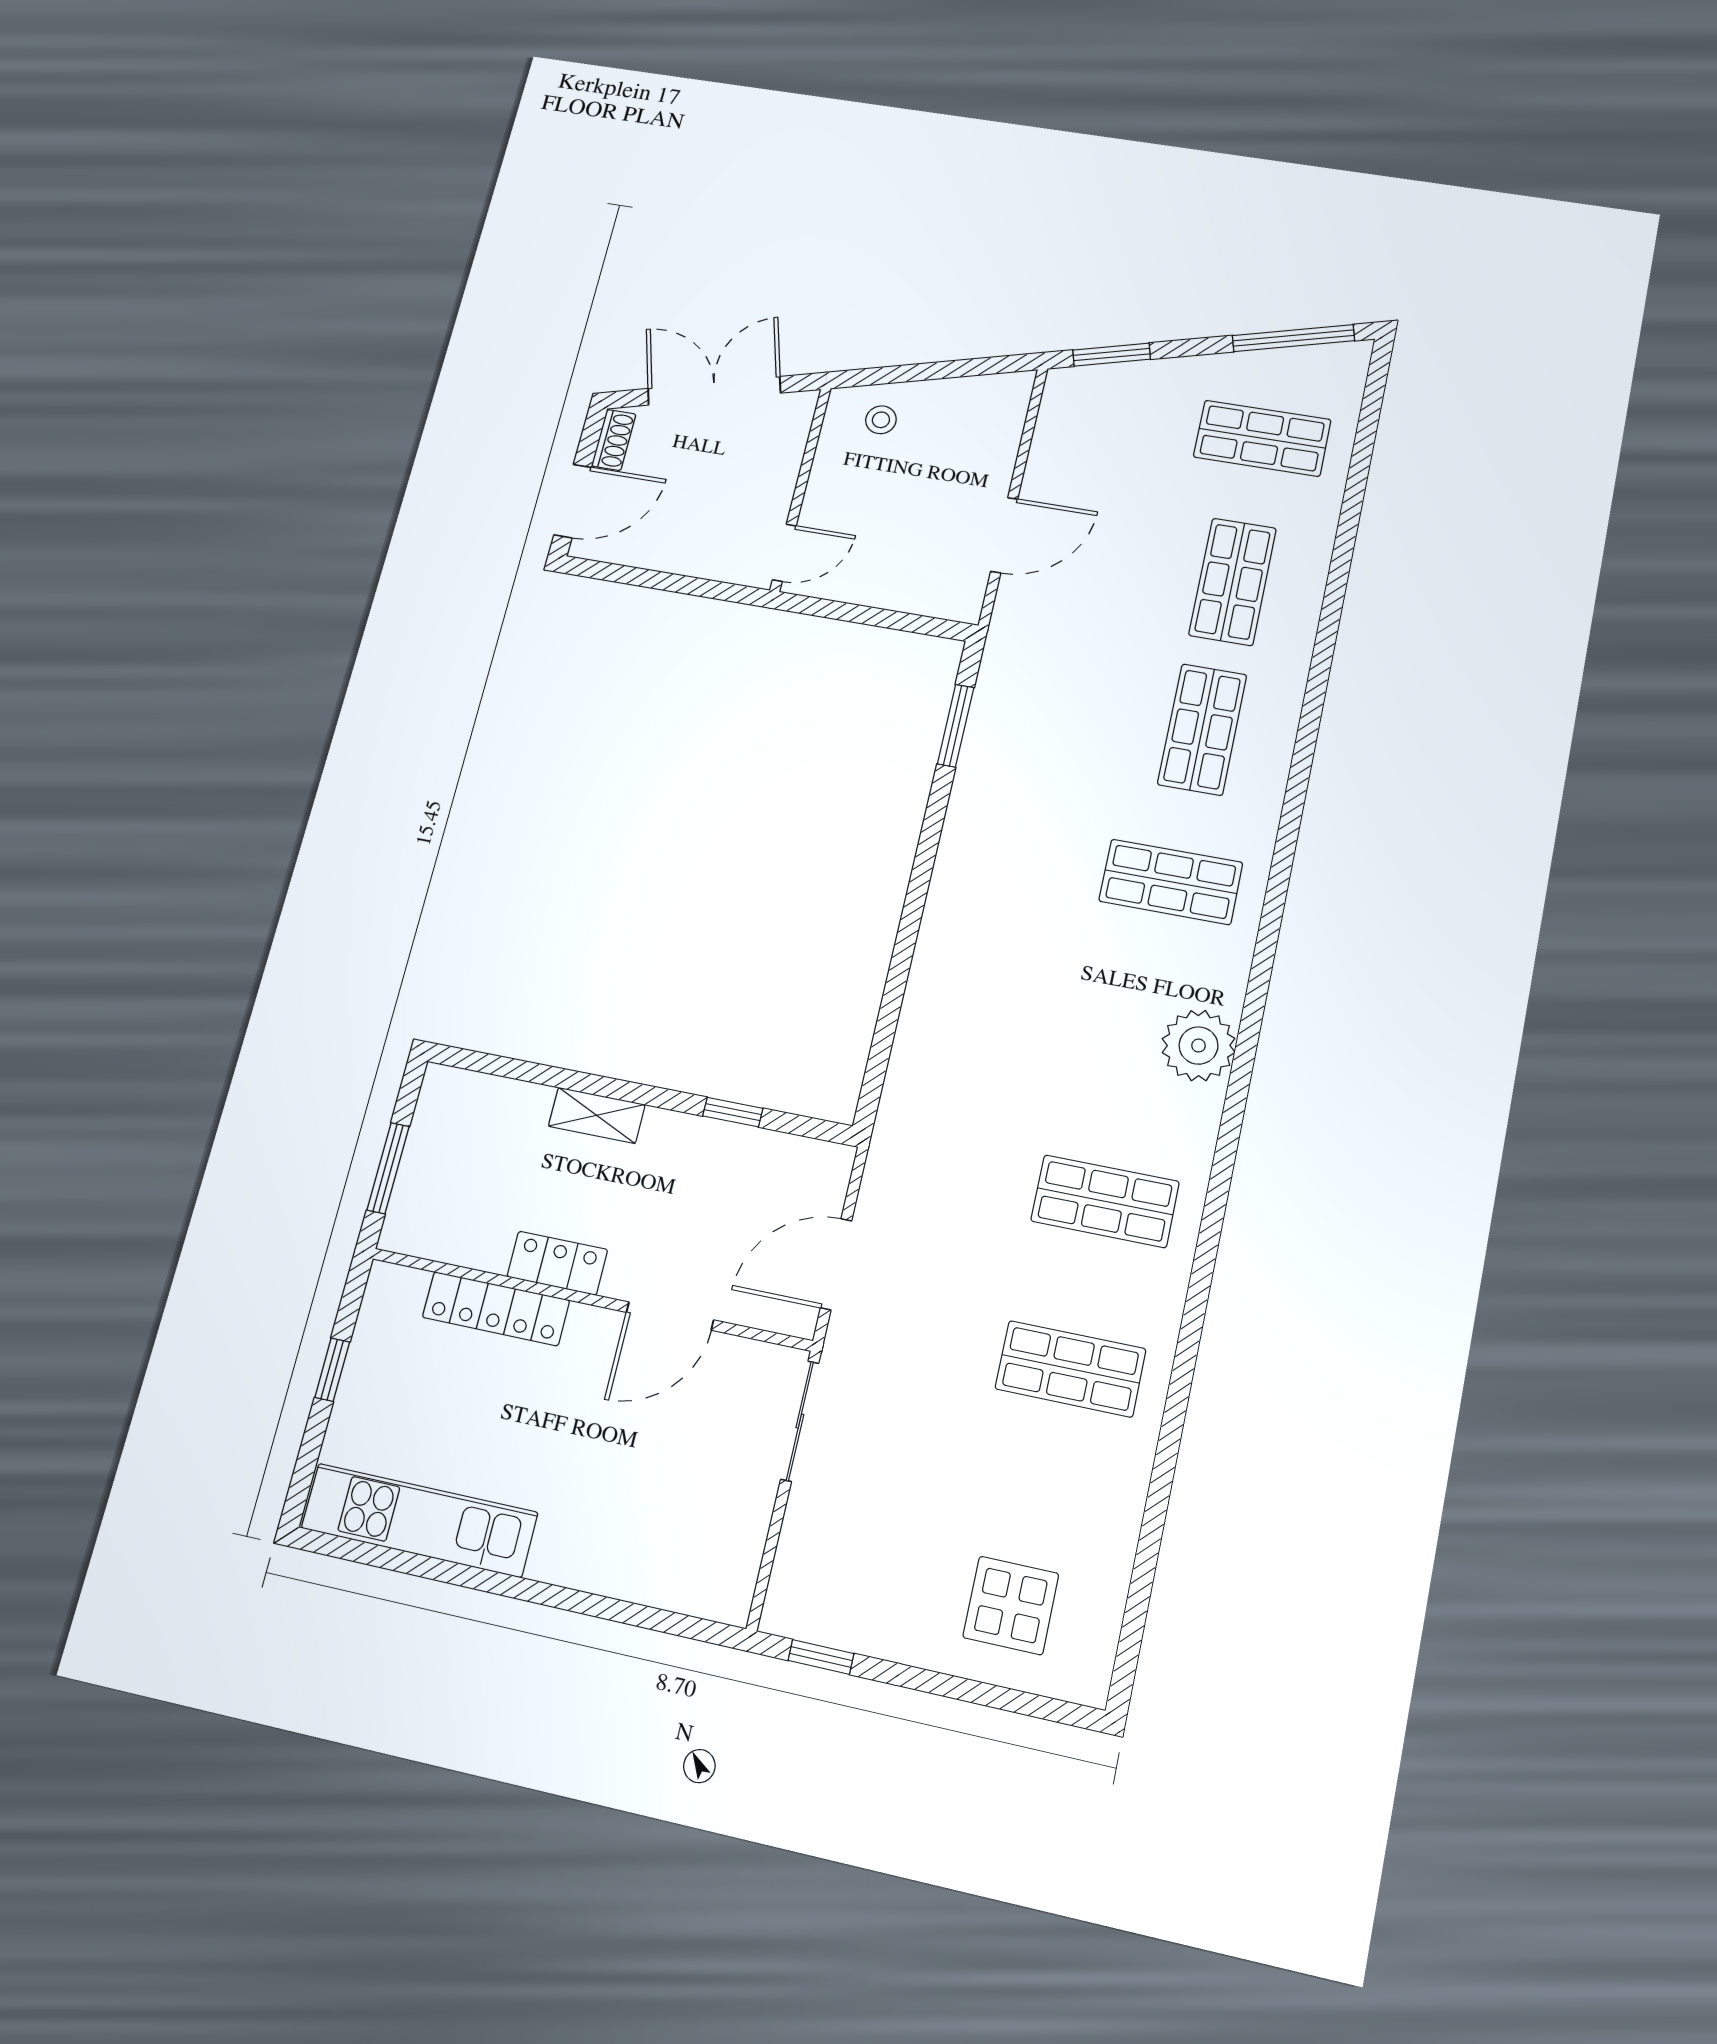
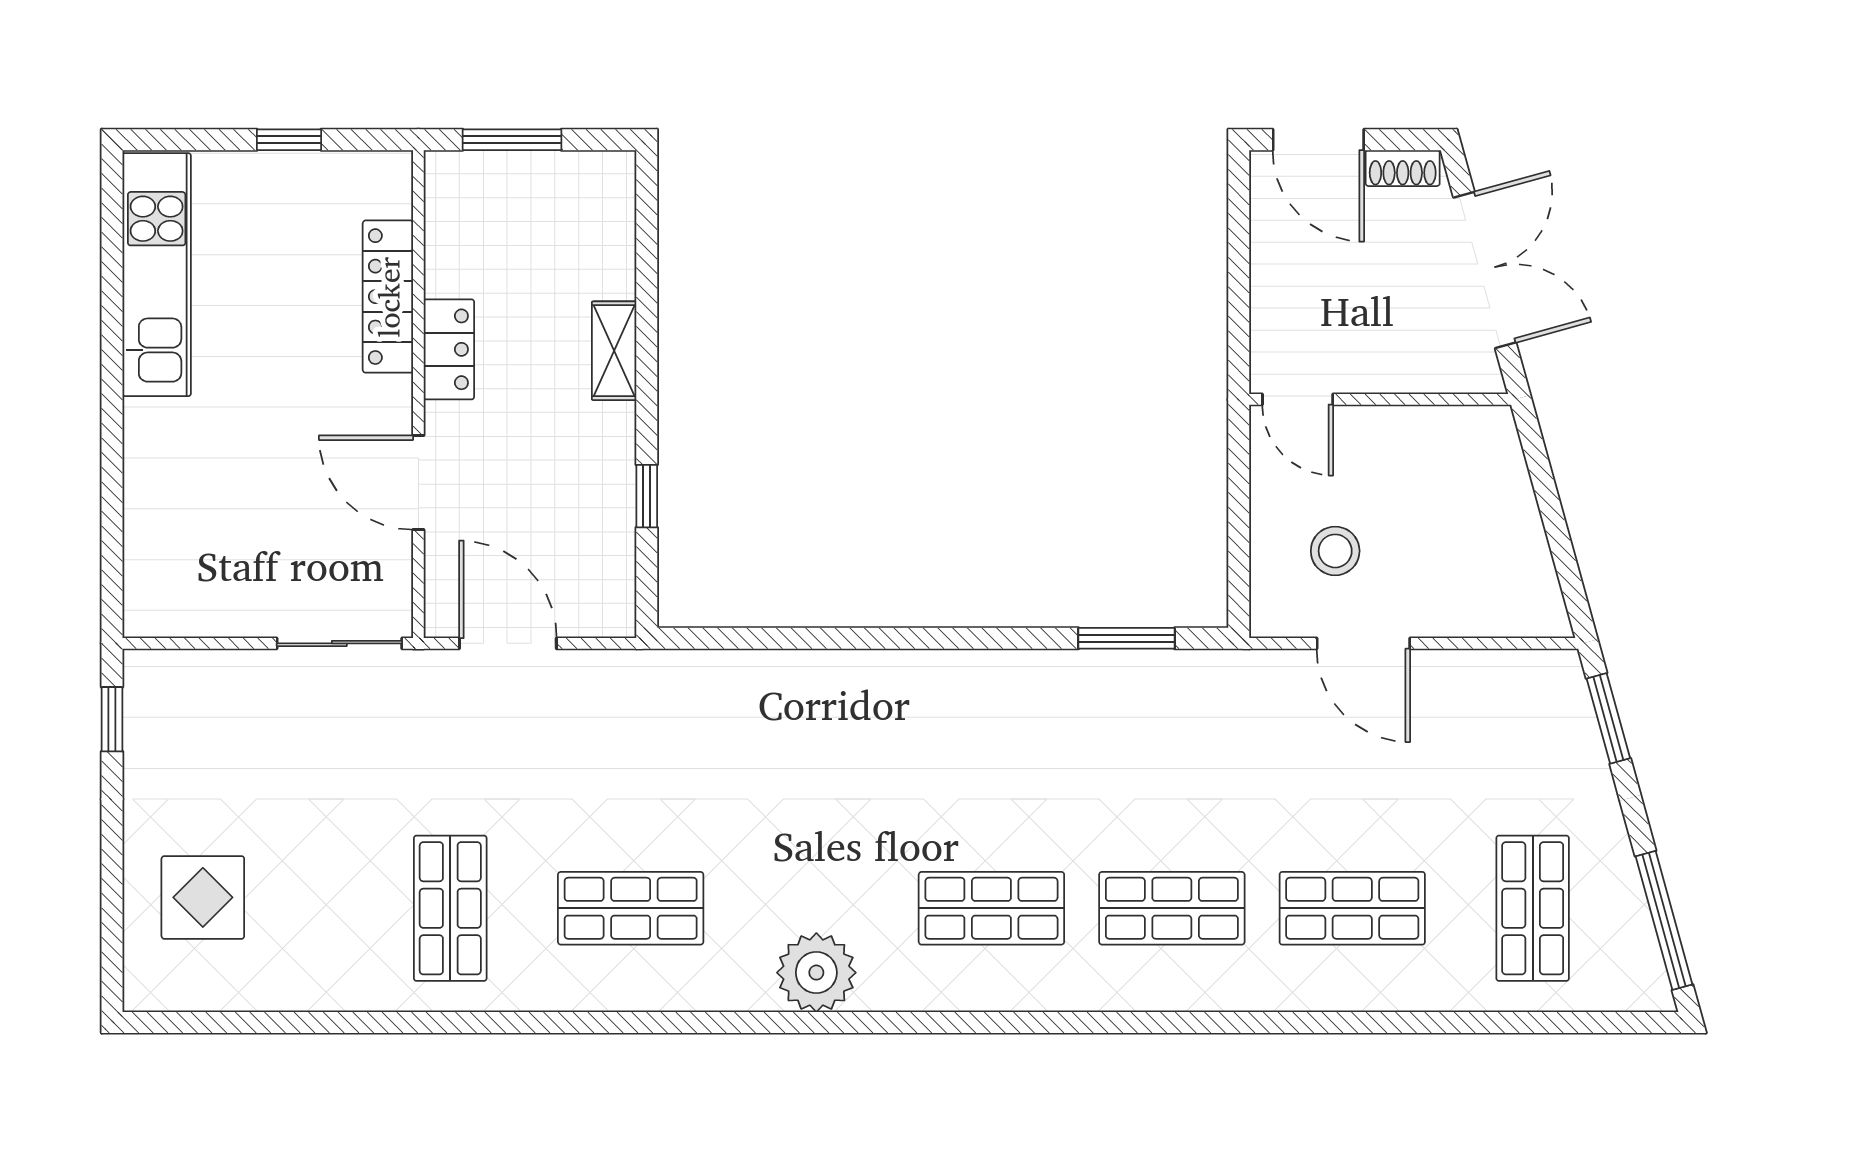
stool: (881, 420) -> (1335, 551), moved, width x1.37, depth x1.37
shop shelf: (1171, 882) -> (991, 908), turned 90
shop shelf: (1105, 1201) -> (631, 908), turned 90

